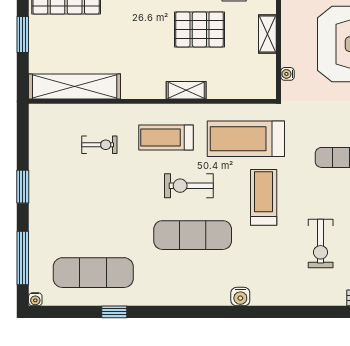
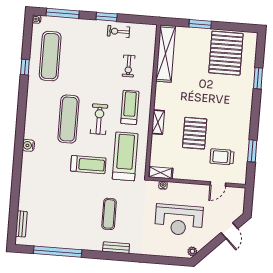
shelving: (267, 34) -> (161, 173), moved
exercise bike: (321, 243) -> (118, 31), moved, width x0.73, depth x0.72

